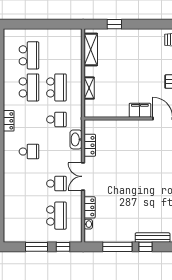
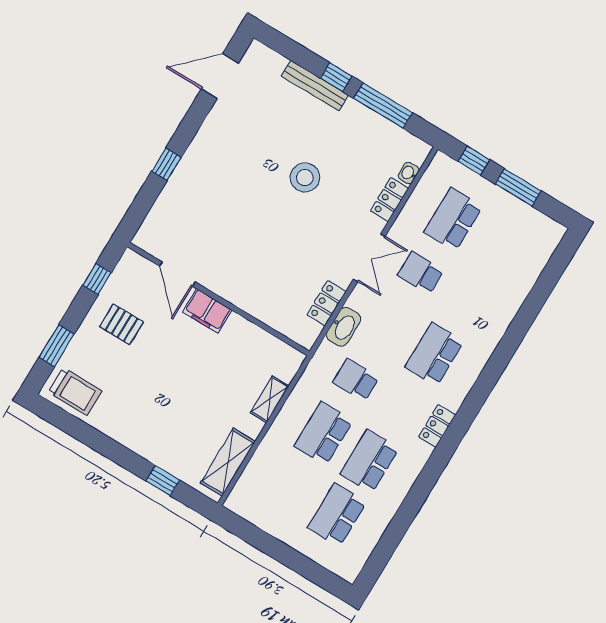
school desk: (29, 152) -> (434, 354), width x1.85
stool: (133, 195) -> (305, 177), added

